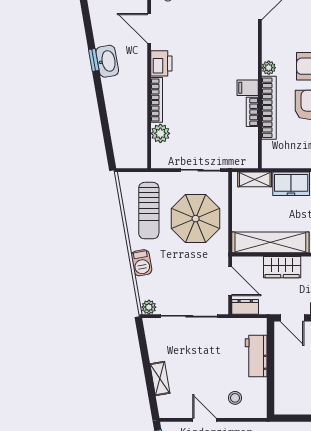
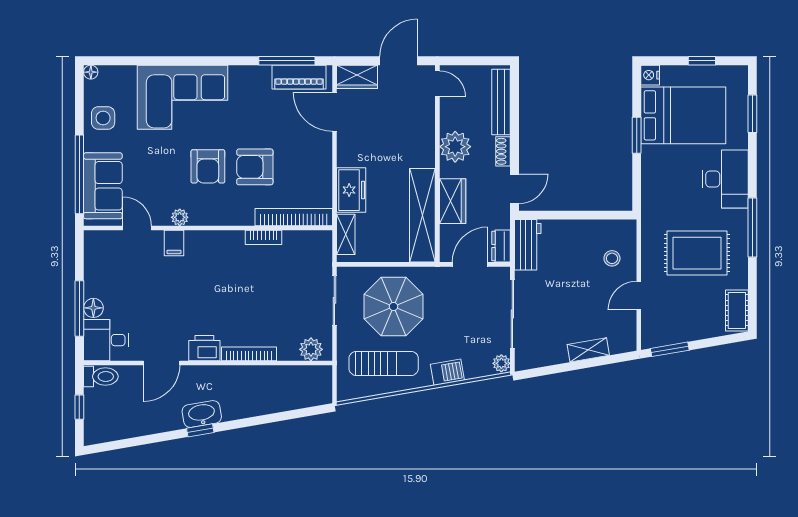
plant: (269, 68) -> (180, 217), moved
filing cabinet: (248, 88) -> (174, 243), moved
bookcase: (269, 108) -> (294, 217), moved
plant: (160, 133) -> (311, 349), moved
workbench: (256, 356) -> (528, 245), moved, turned -90

